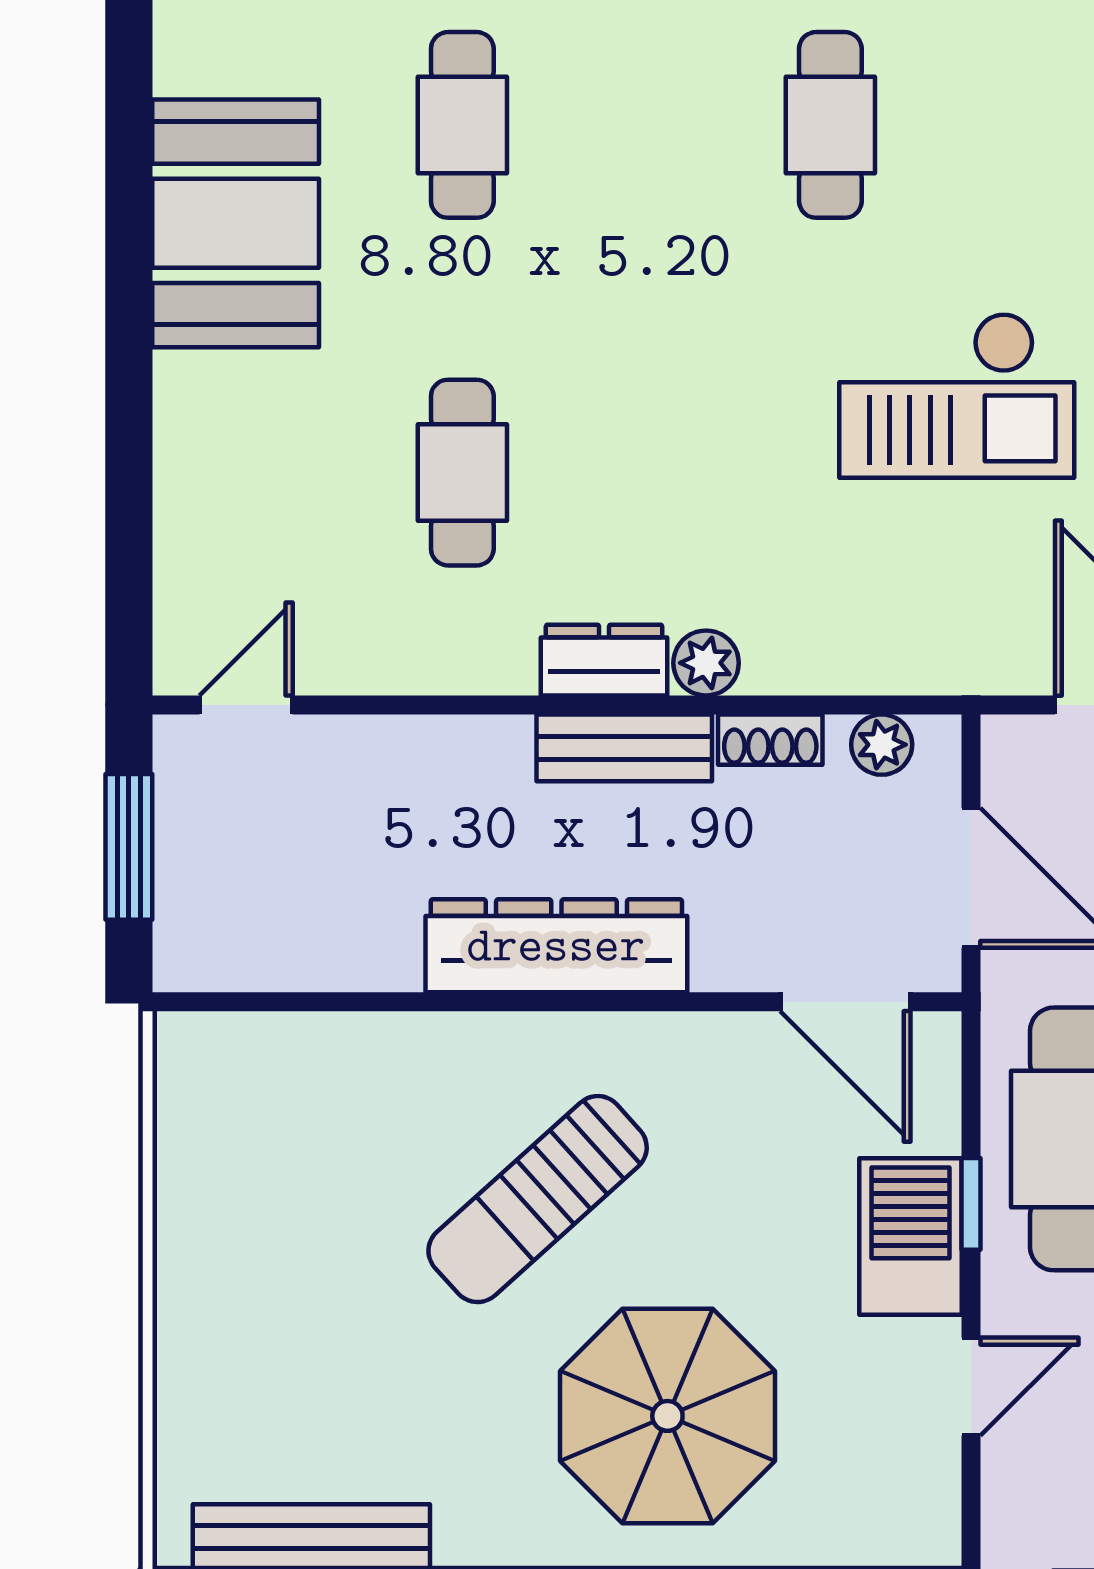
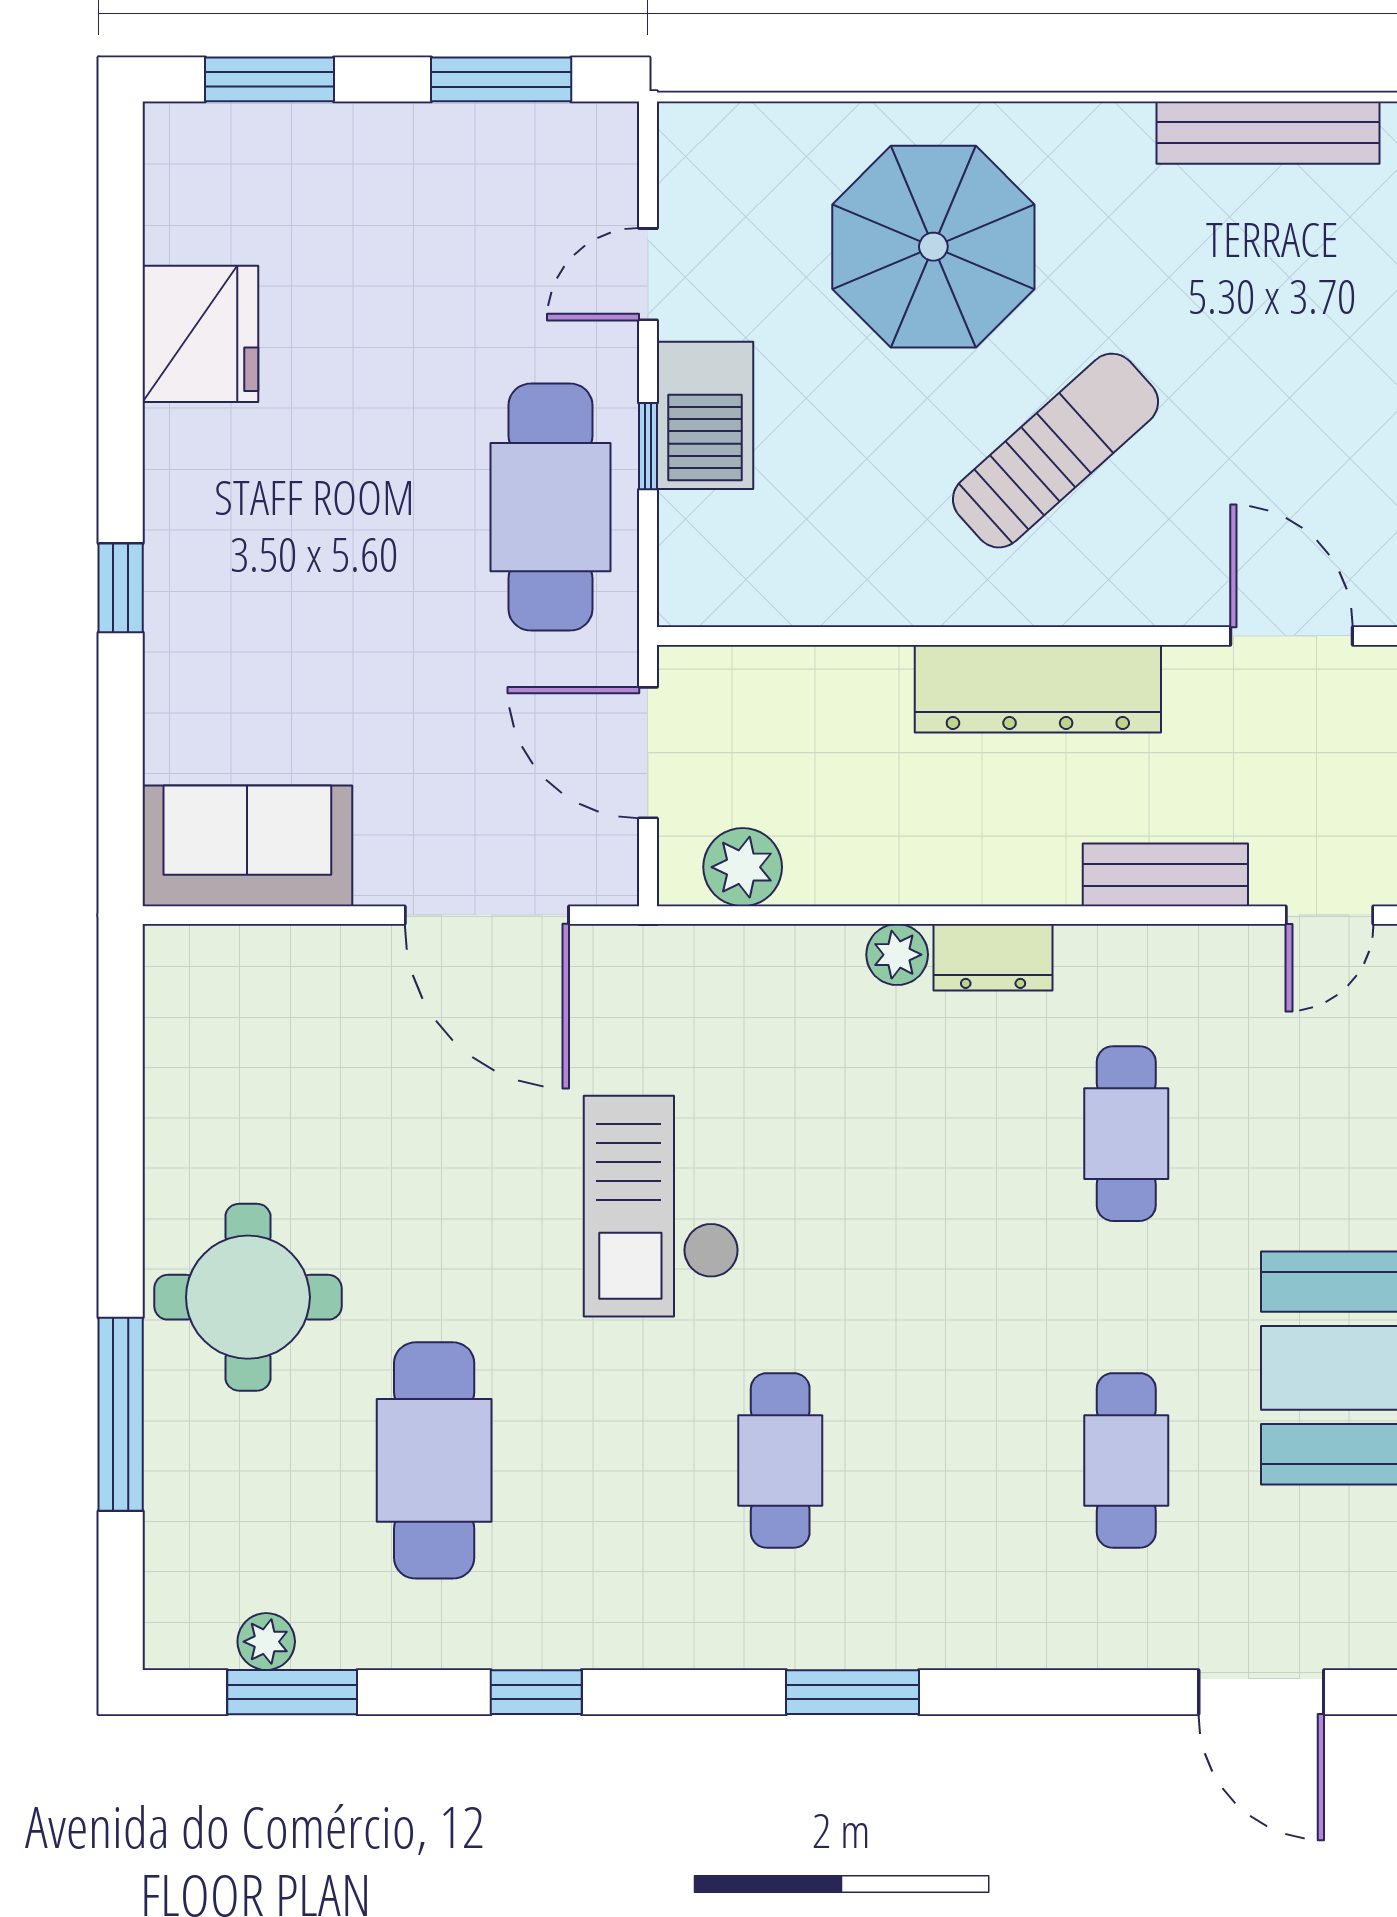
checkout: (957, 395) -> (661, 1206), turned -90
shoe rack: (770, 740) -> (837, 883), removed
plant: (882, 745) -> (743, 867), width x1.38, depth x1.38
bench: (624, 748) -> (1165, 875), moved
door: (845, 1002) -> (1291, 636), moved

